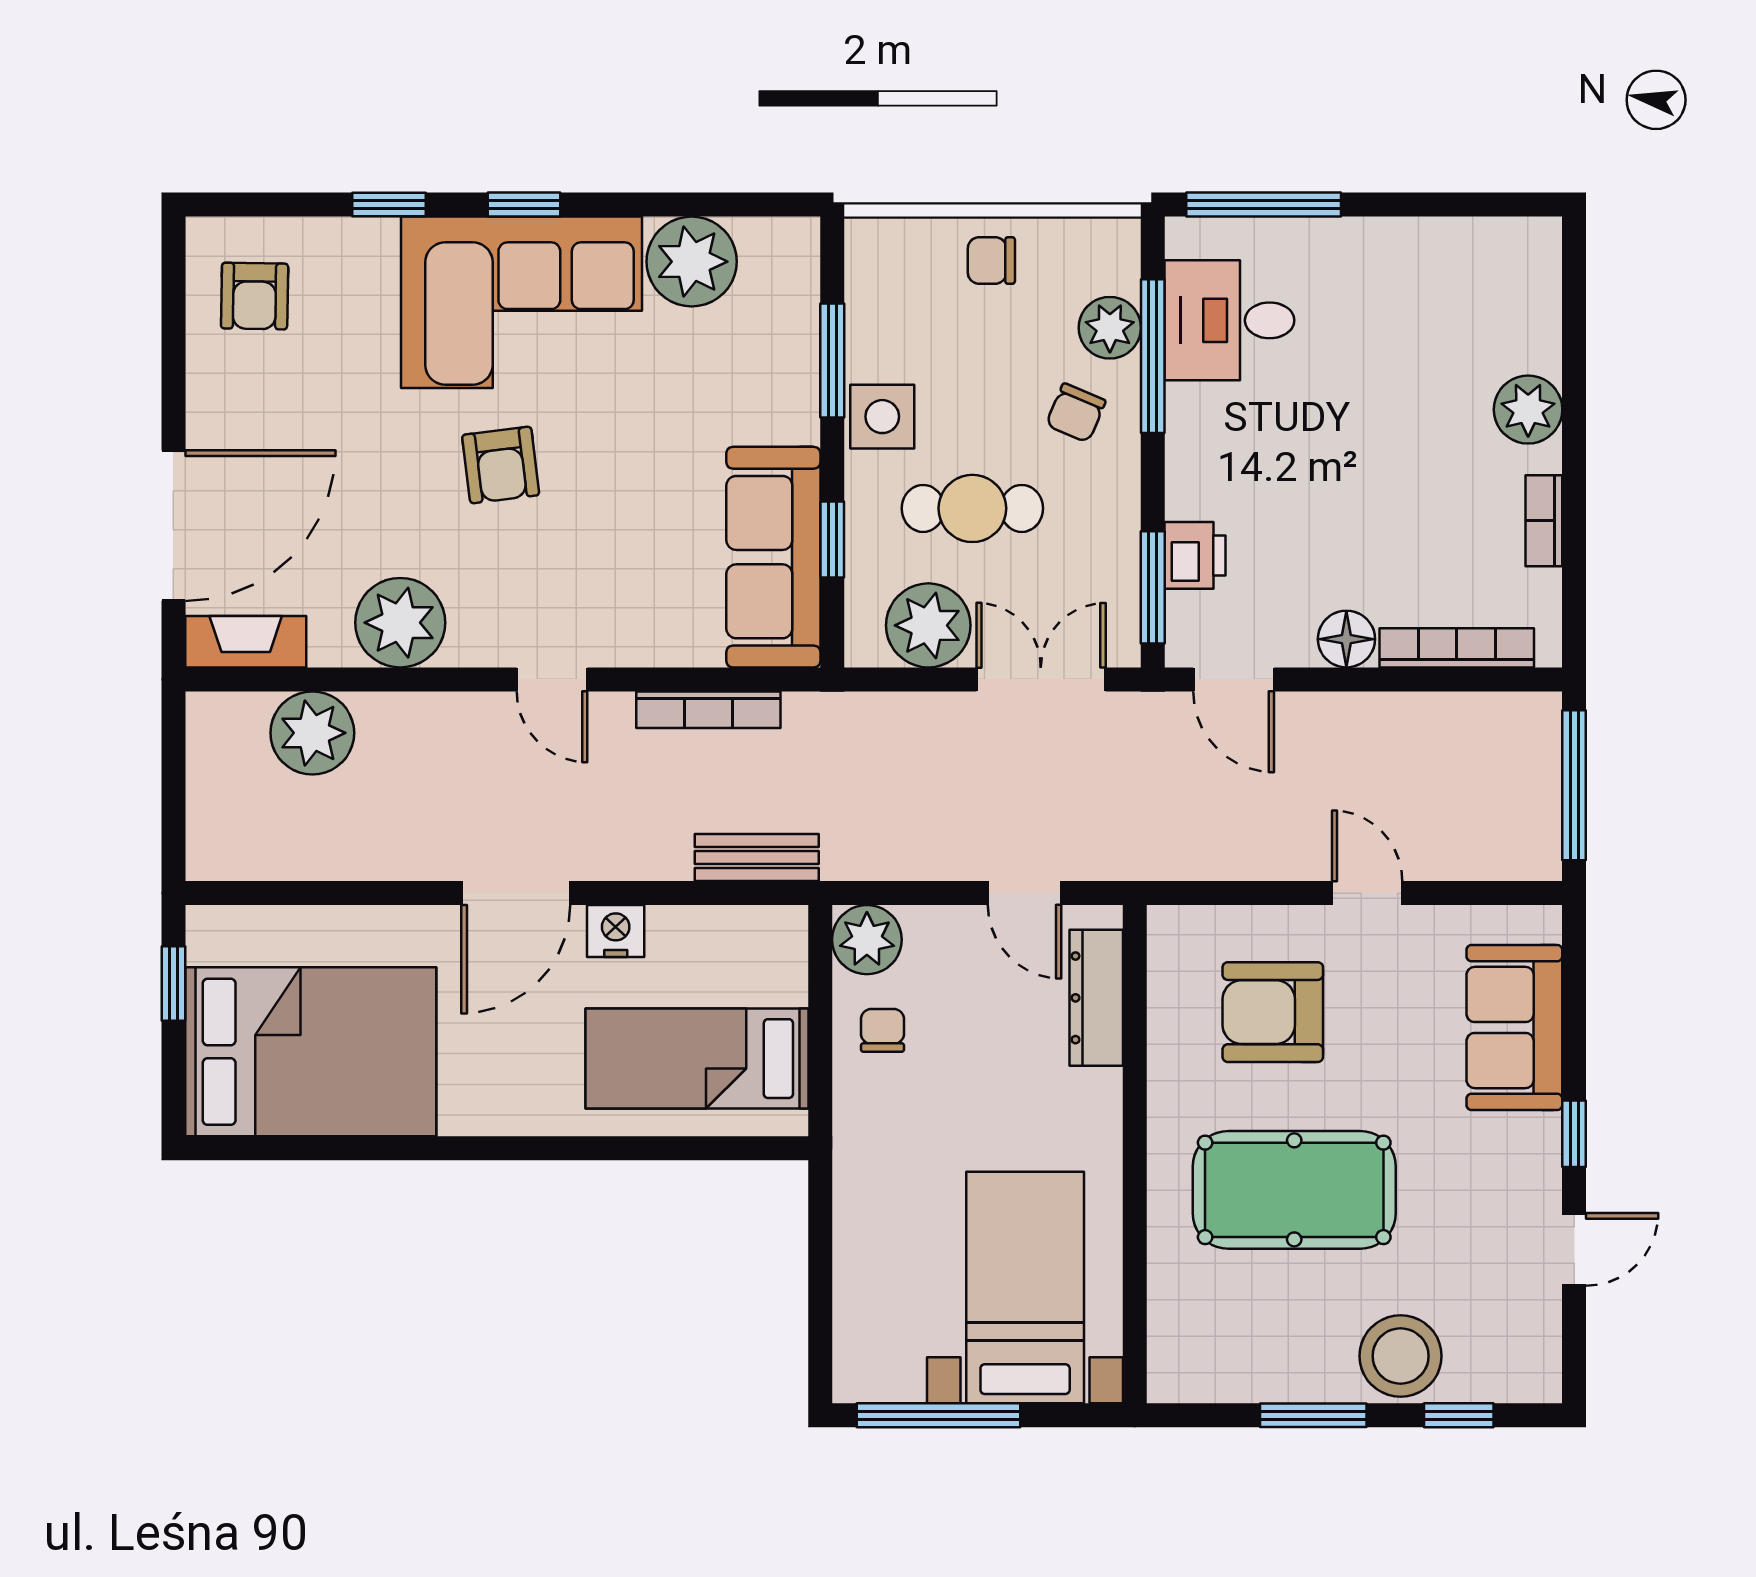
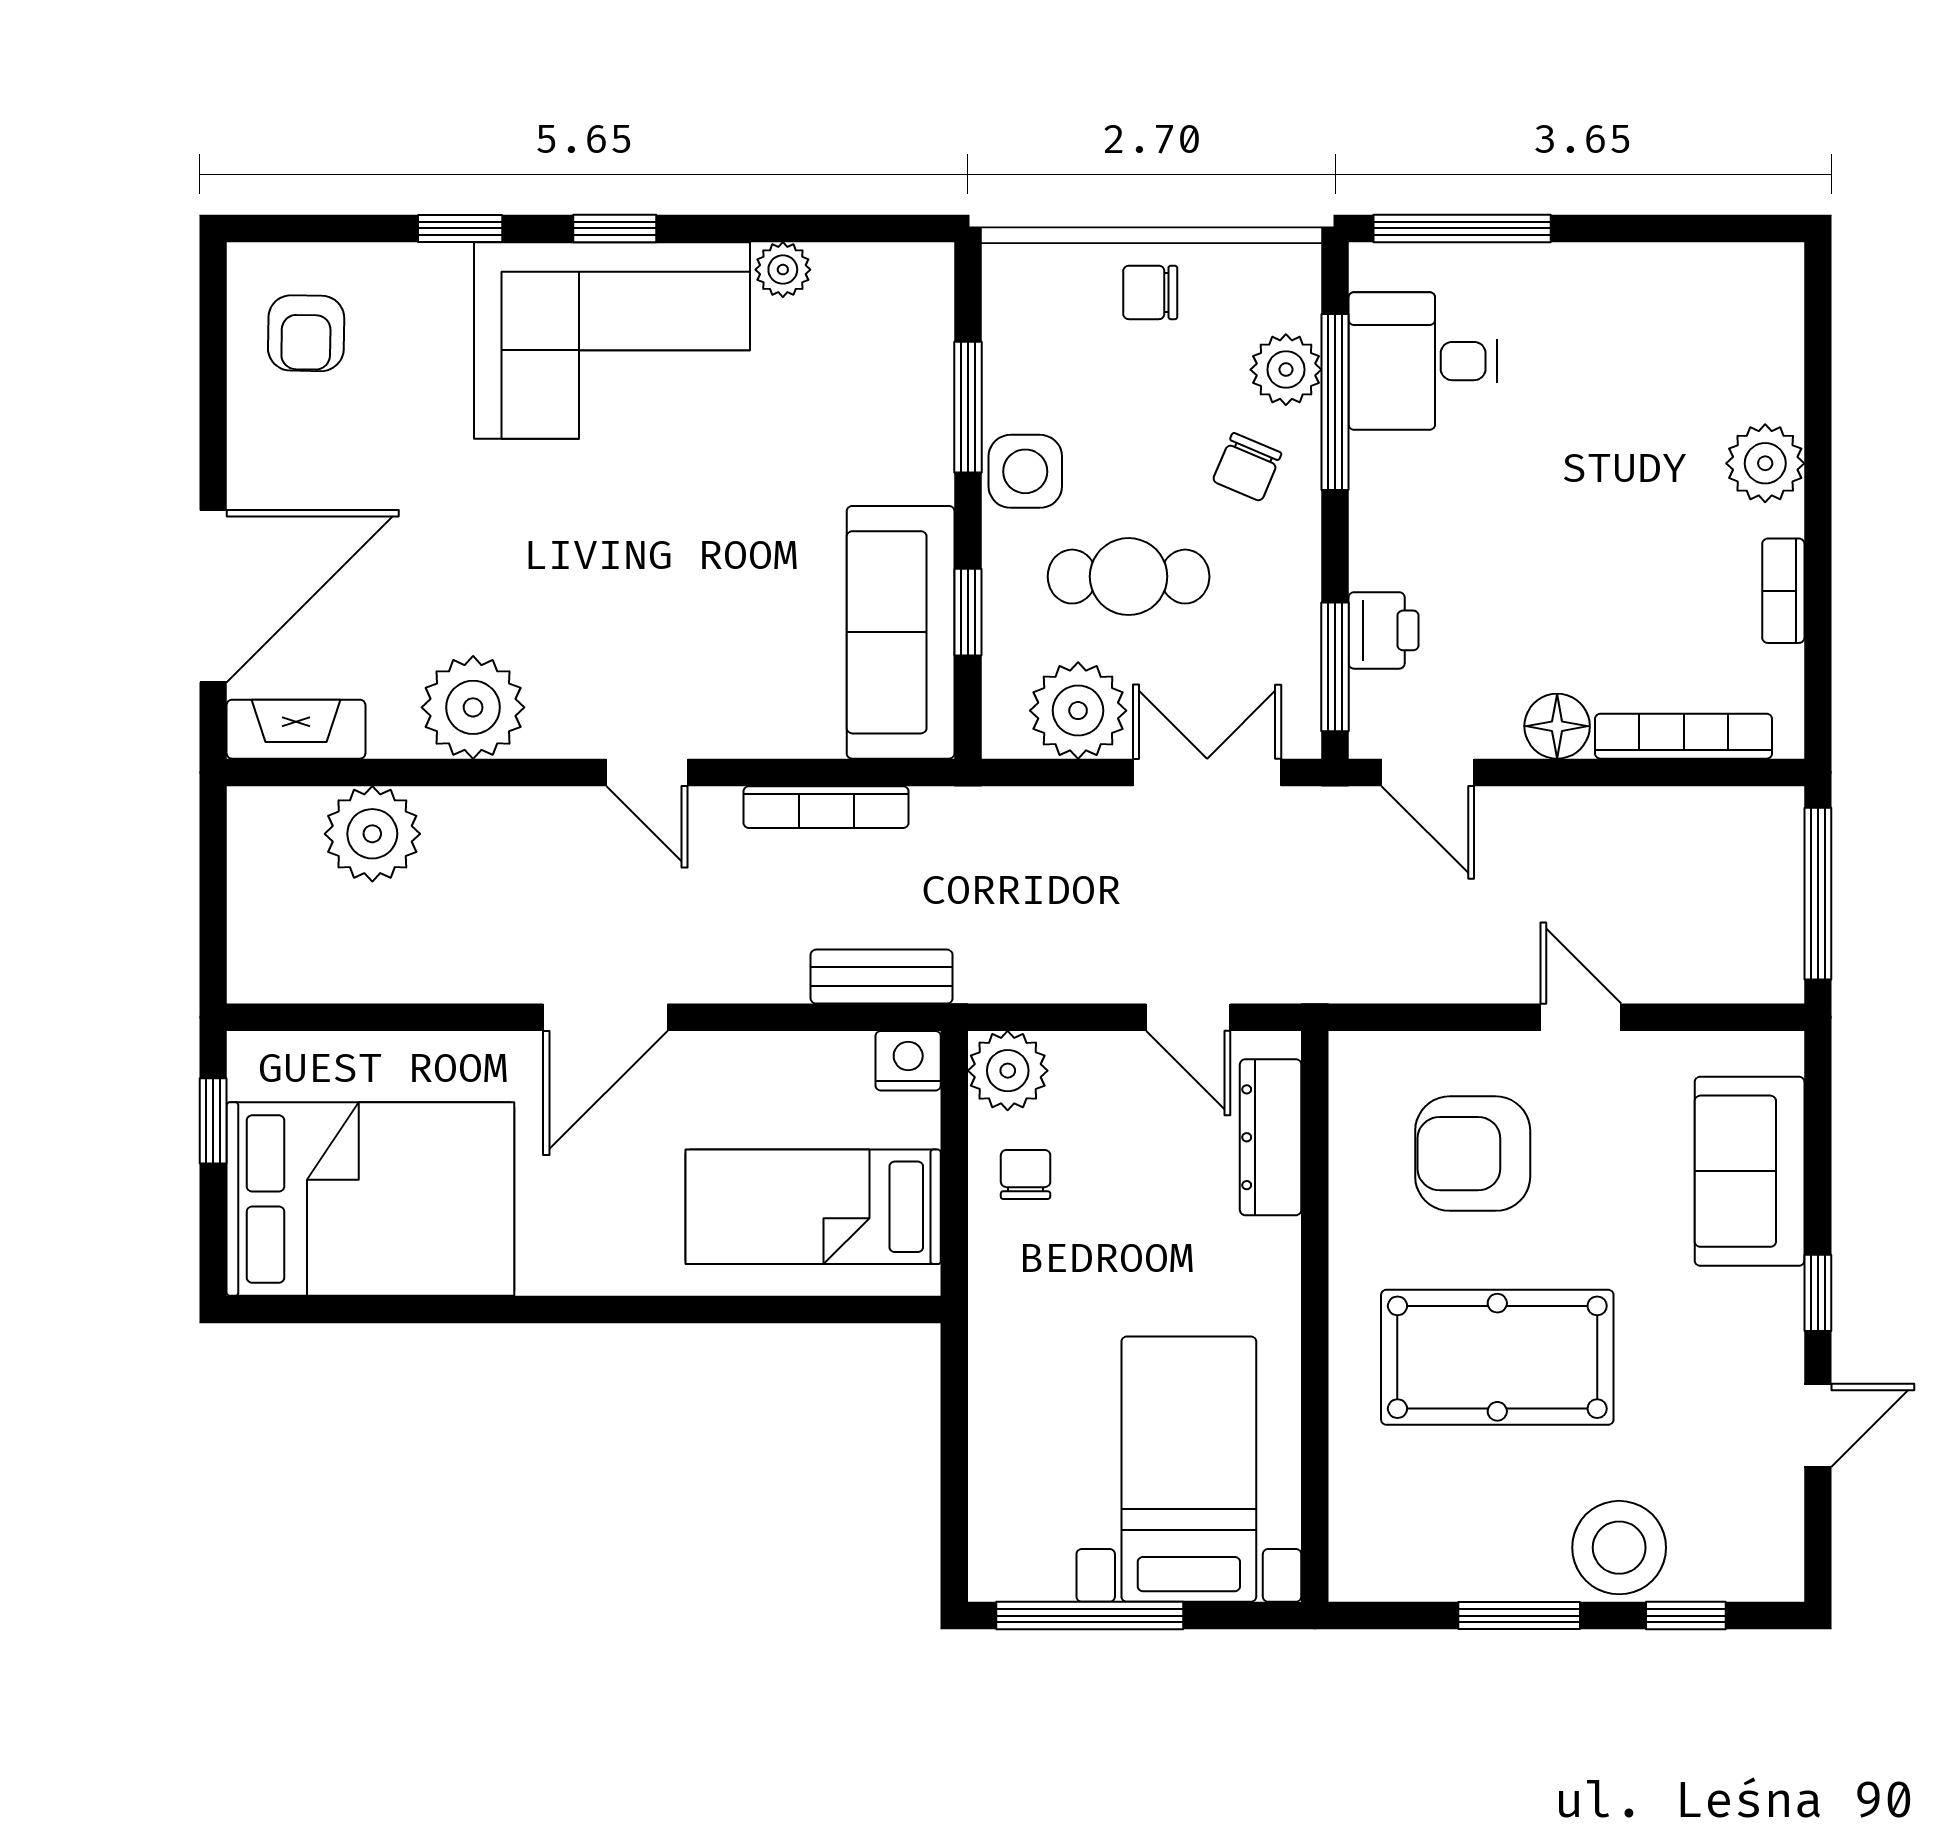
plant: (692, 262) -> (783, 270), width x0.53, depth x0.53
armchair: (501, 465) -> (588, 527), removed
nightstand: (616, 931) -> (908, 1061), moved

